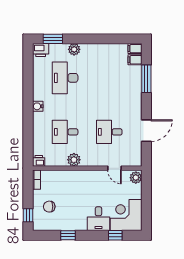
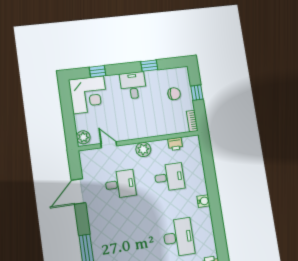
plant: (74, 160) -> (143, 149), moved
printer: (39, 161) -> (175, 144), moved
window: (28, 215) -> (197, 93), moved
desk: (98, 219) -> (133, 85), moved

